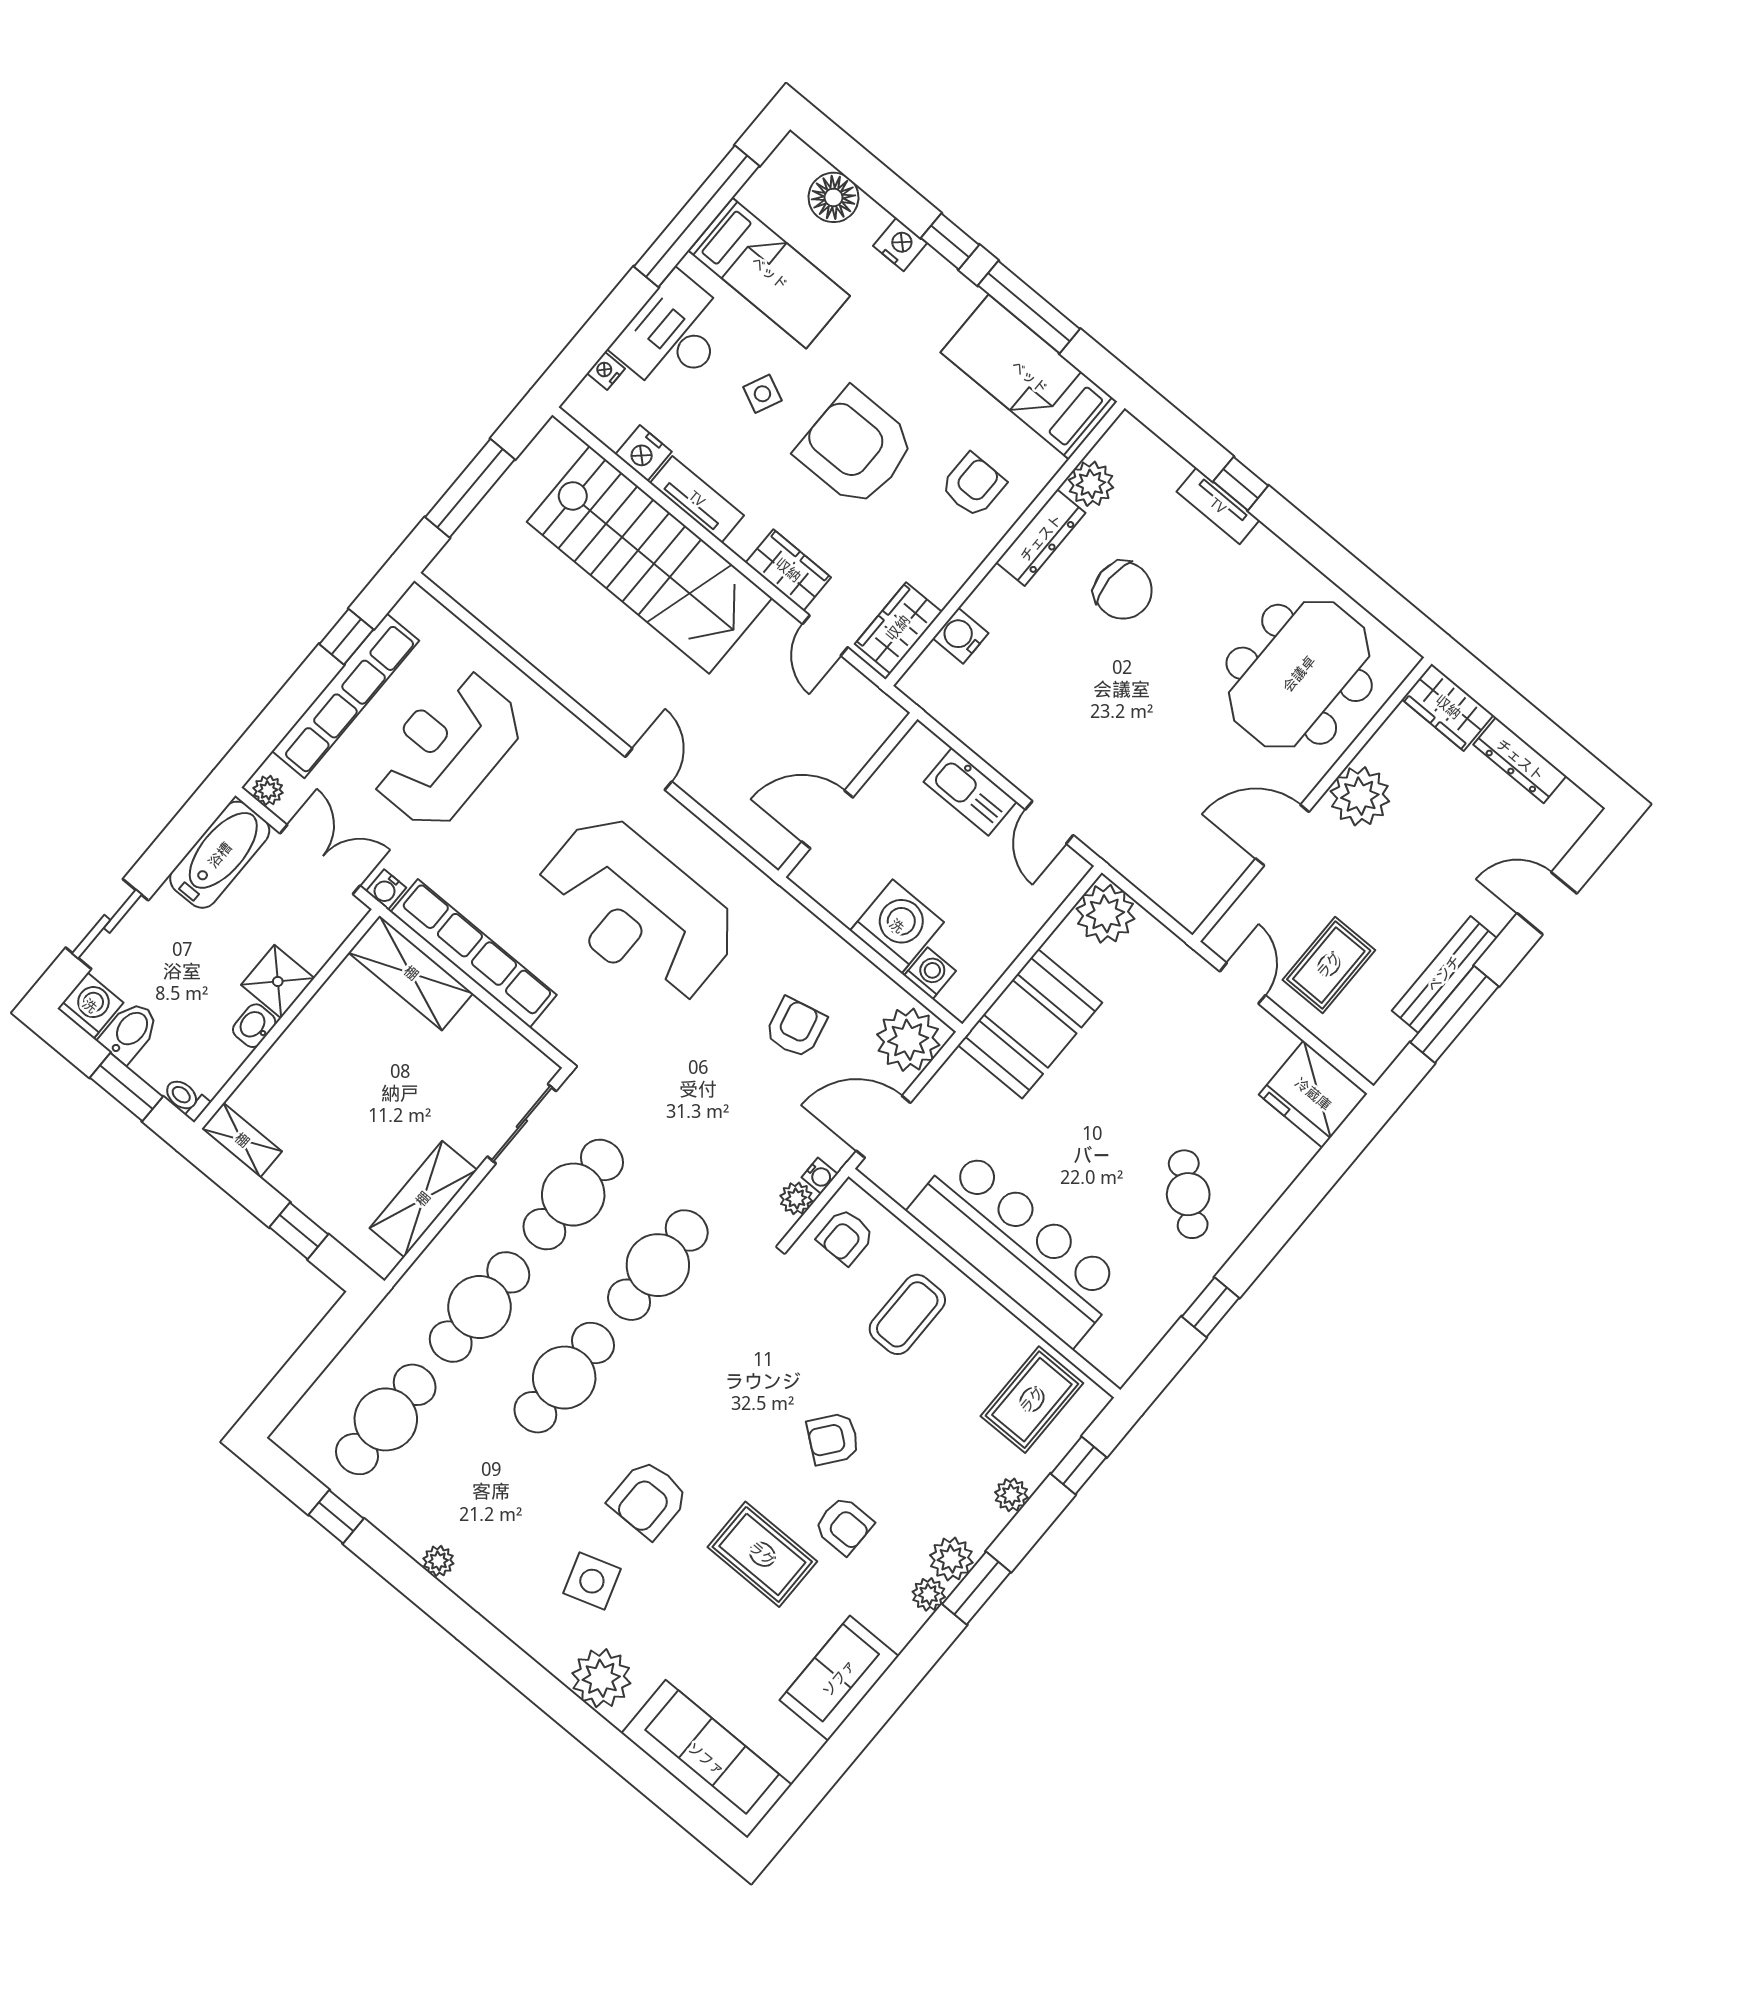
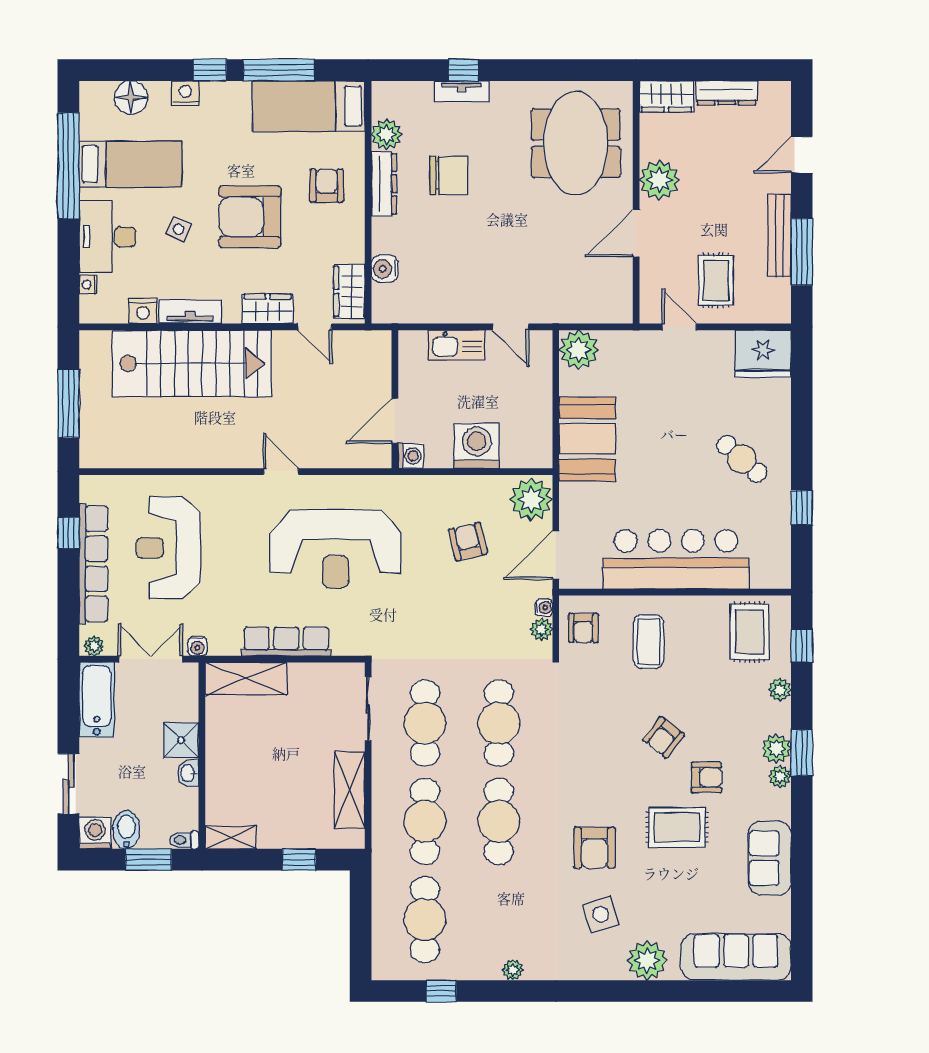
row of seats: (474, 953) -> (286, 642), width x0.73
washing machine: (930, 973) -> (411, 456), moved, turned 90

